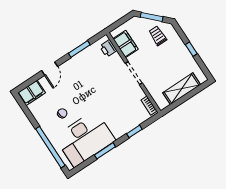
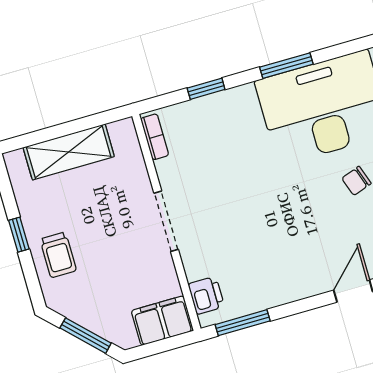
trolley: (158, 36) -> (58, 255), moved
filing cabinet: (126, 44) -> (162, 321), moved, turned 90
window: (79, 49) -> (243, 323), moved

